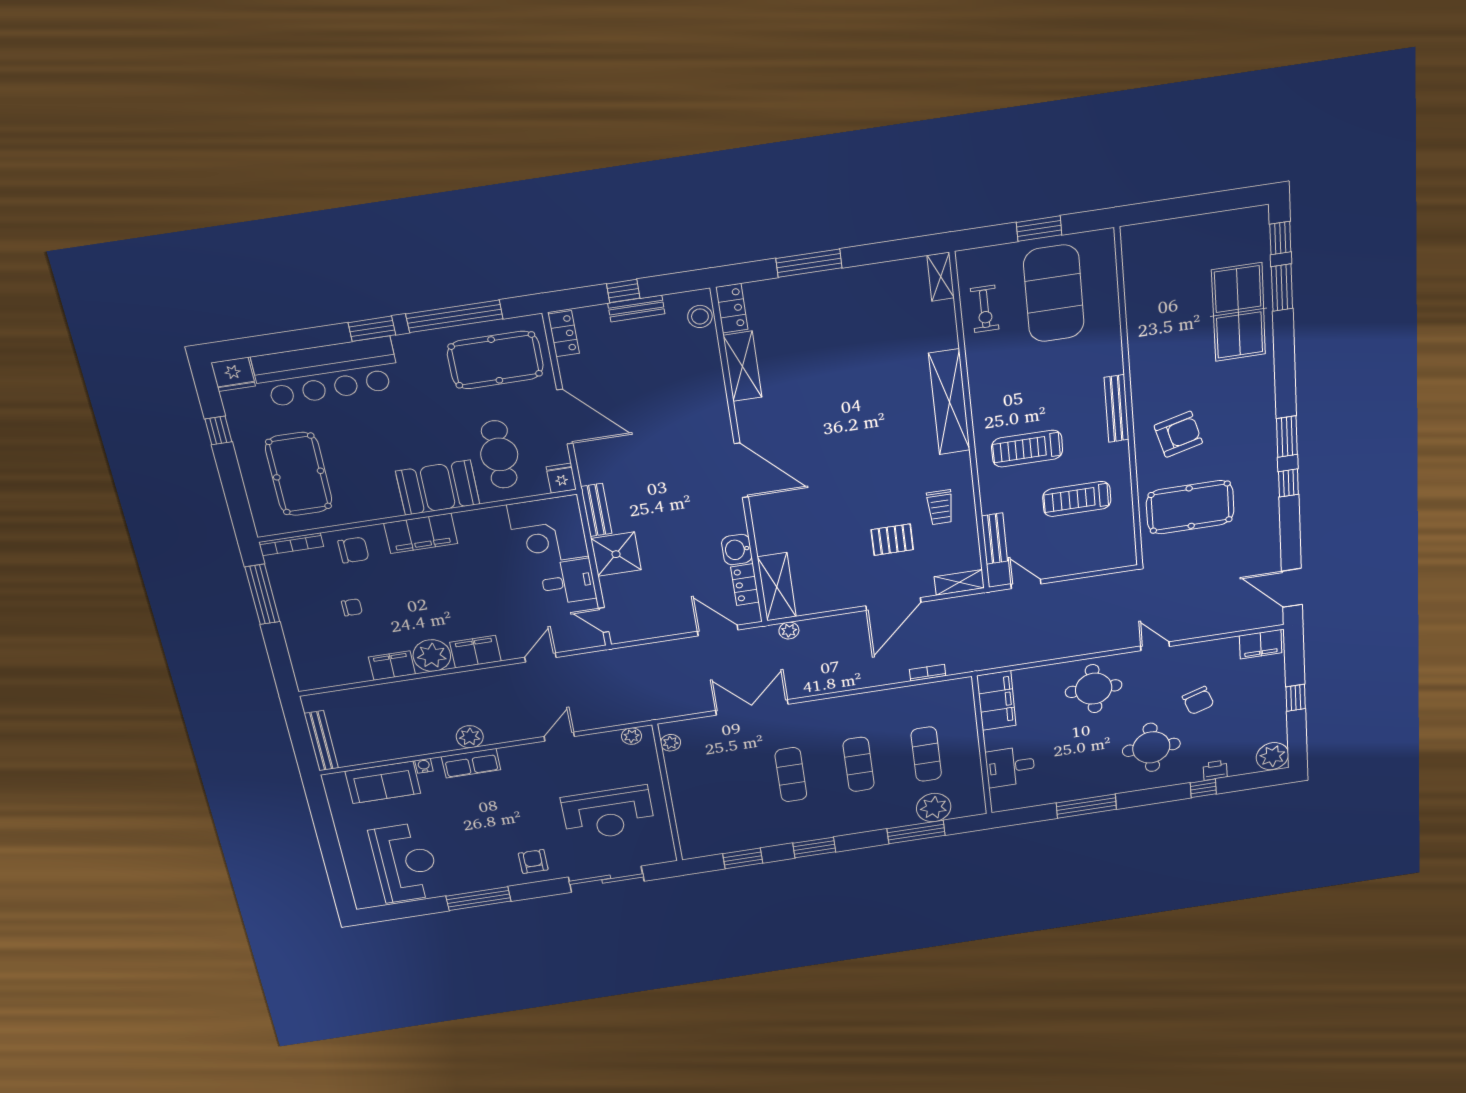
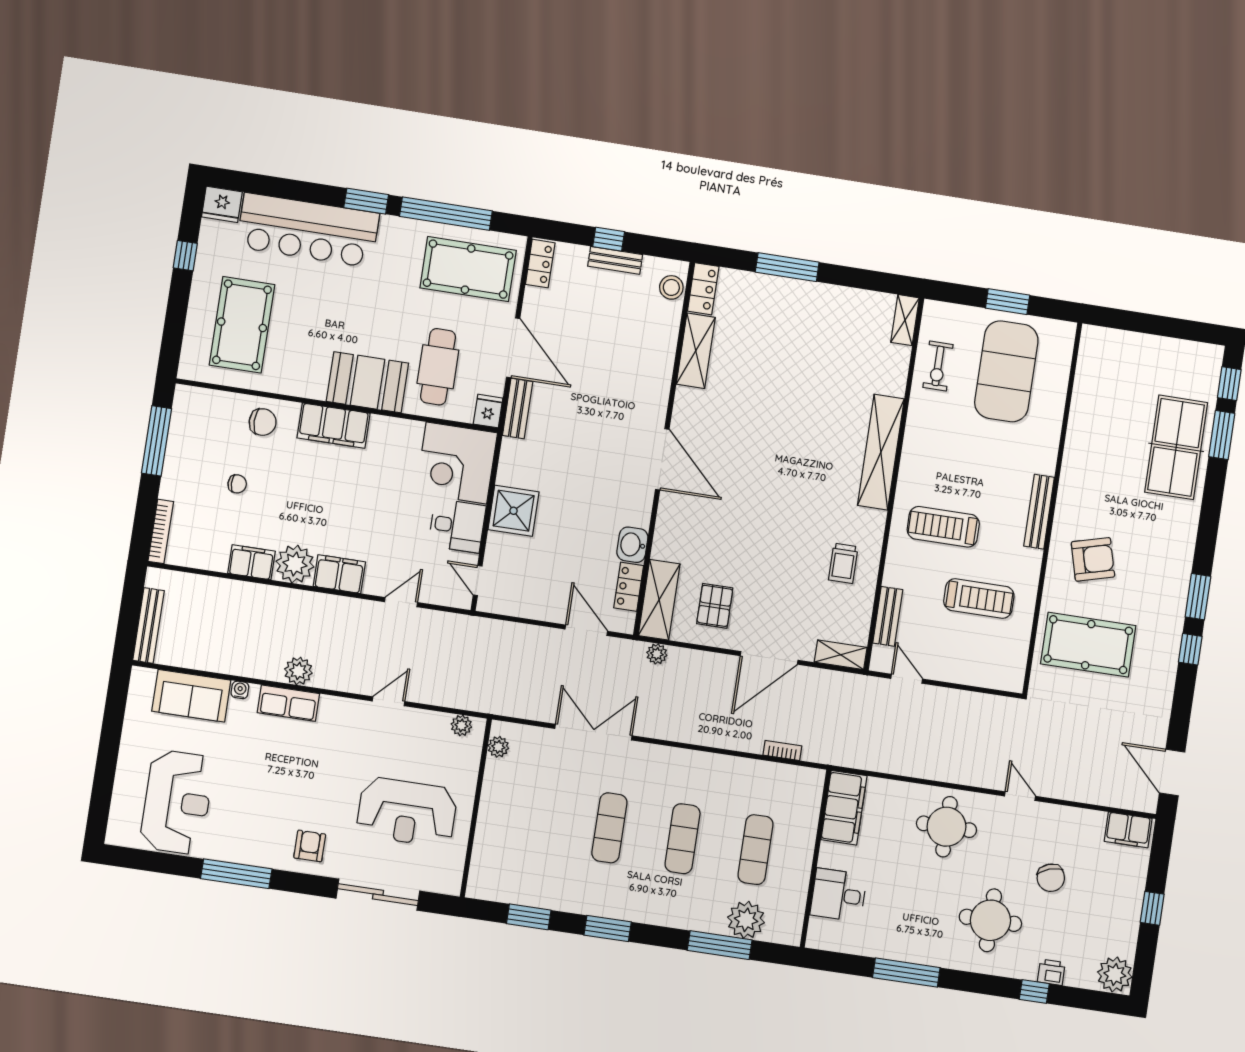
treadmill: (1077, 499) -> (979, 598), turned 180
bench: (596, 510) -> (518, 408), moved
pallet: (892, 540) -> (715, 606), moved, turned 90
bookcase: (291, 544) -> (161, 531), moved, turned -90

